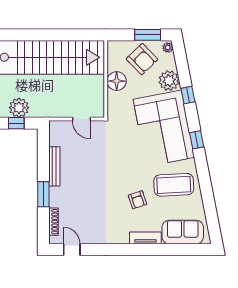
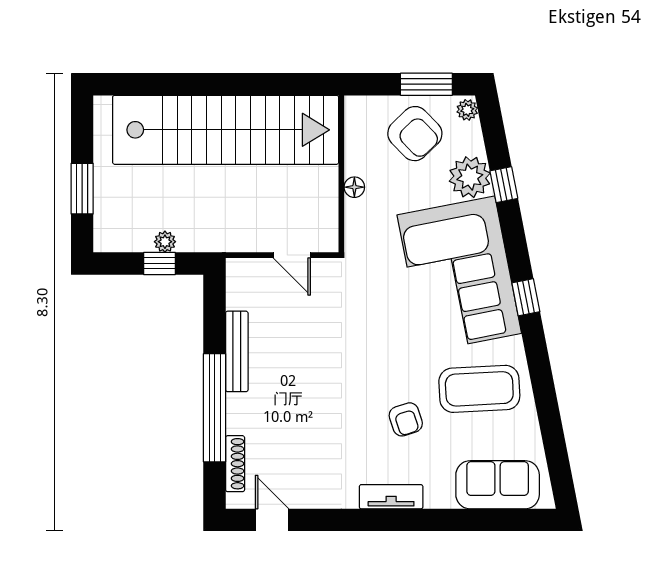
floor lamp: (117, 81) -> (354, 187), width x0.53, depth x0.53
window: (188, 95) -> (504, 185), moved
plant: (19, 108) -> (165, 242), width x0.53, depth x0.53
window: (43, 194) -> (215, 408), width x2.11
tv unit: (145, 238) -> (391, 497), moved

